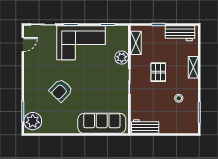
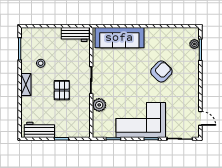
shelving: (136, 43) -> (85, 120), removed
door: (23, 44) -> (200, 118), swing flipped
shelving: (193, 67) -> (26, 84), moved
plant: (33, 121) -> (194, 44), width x0.53, depth x0.53

